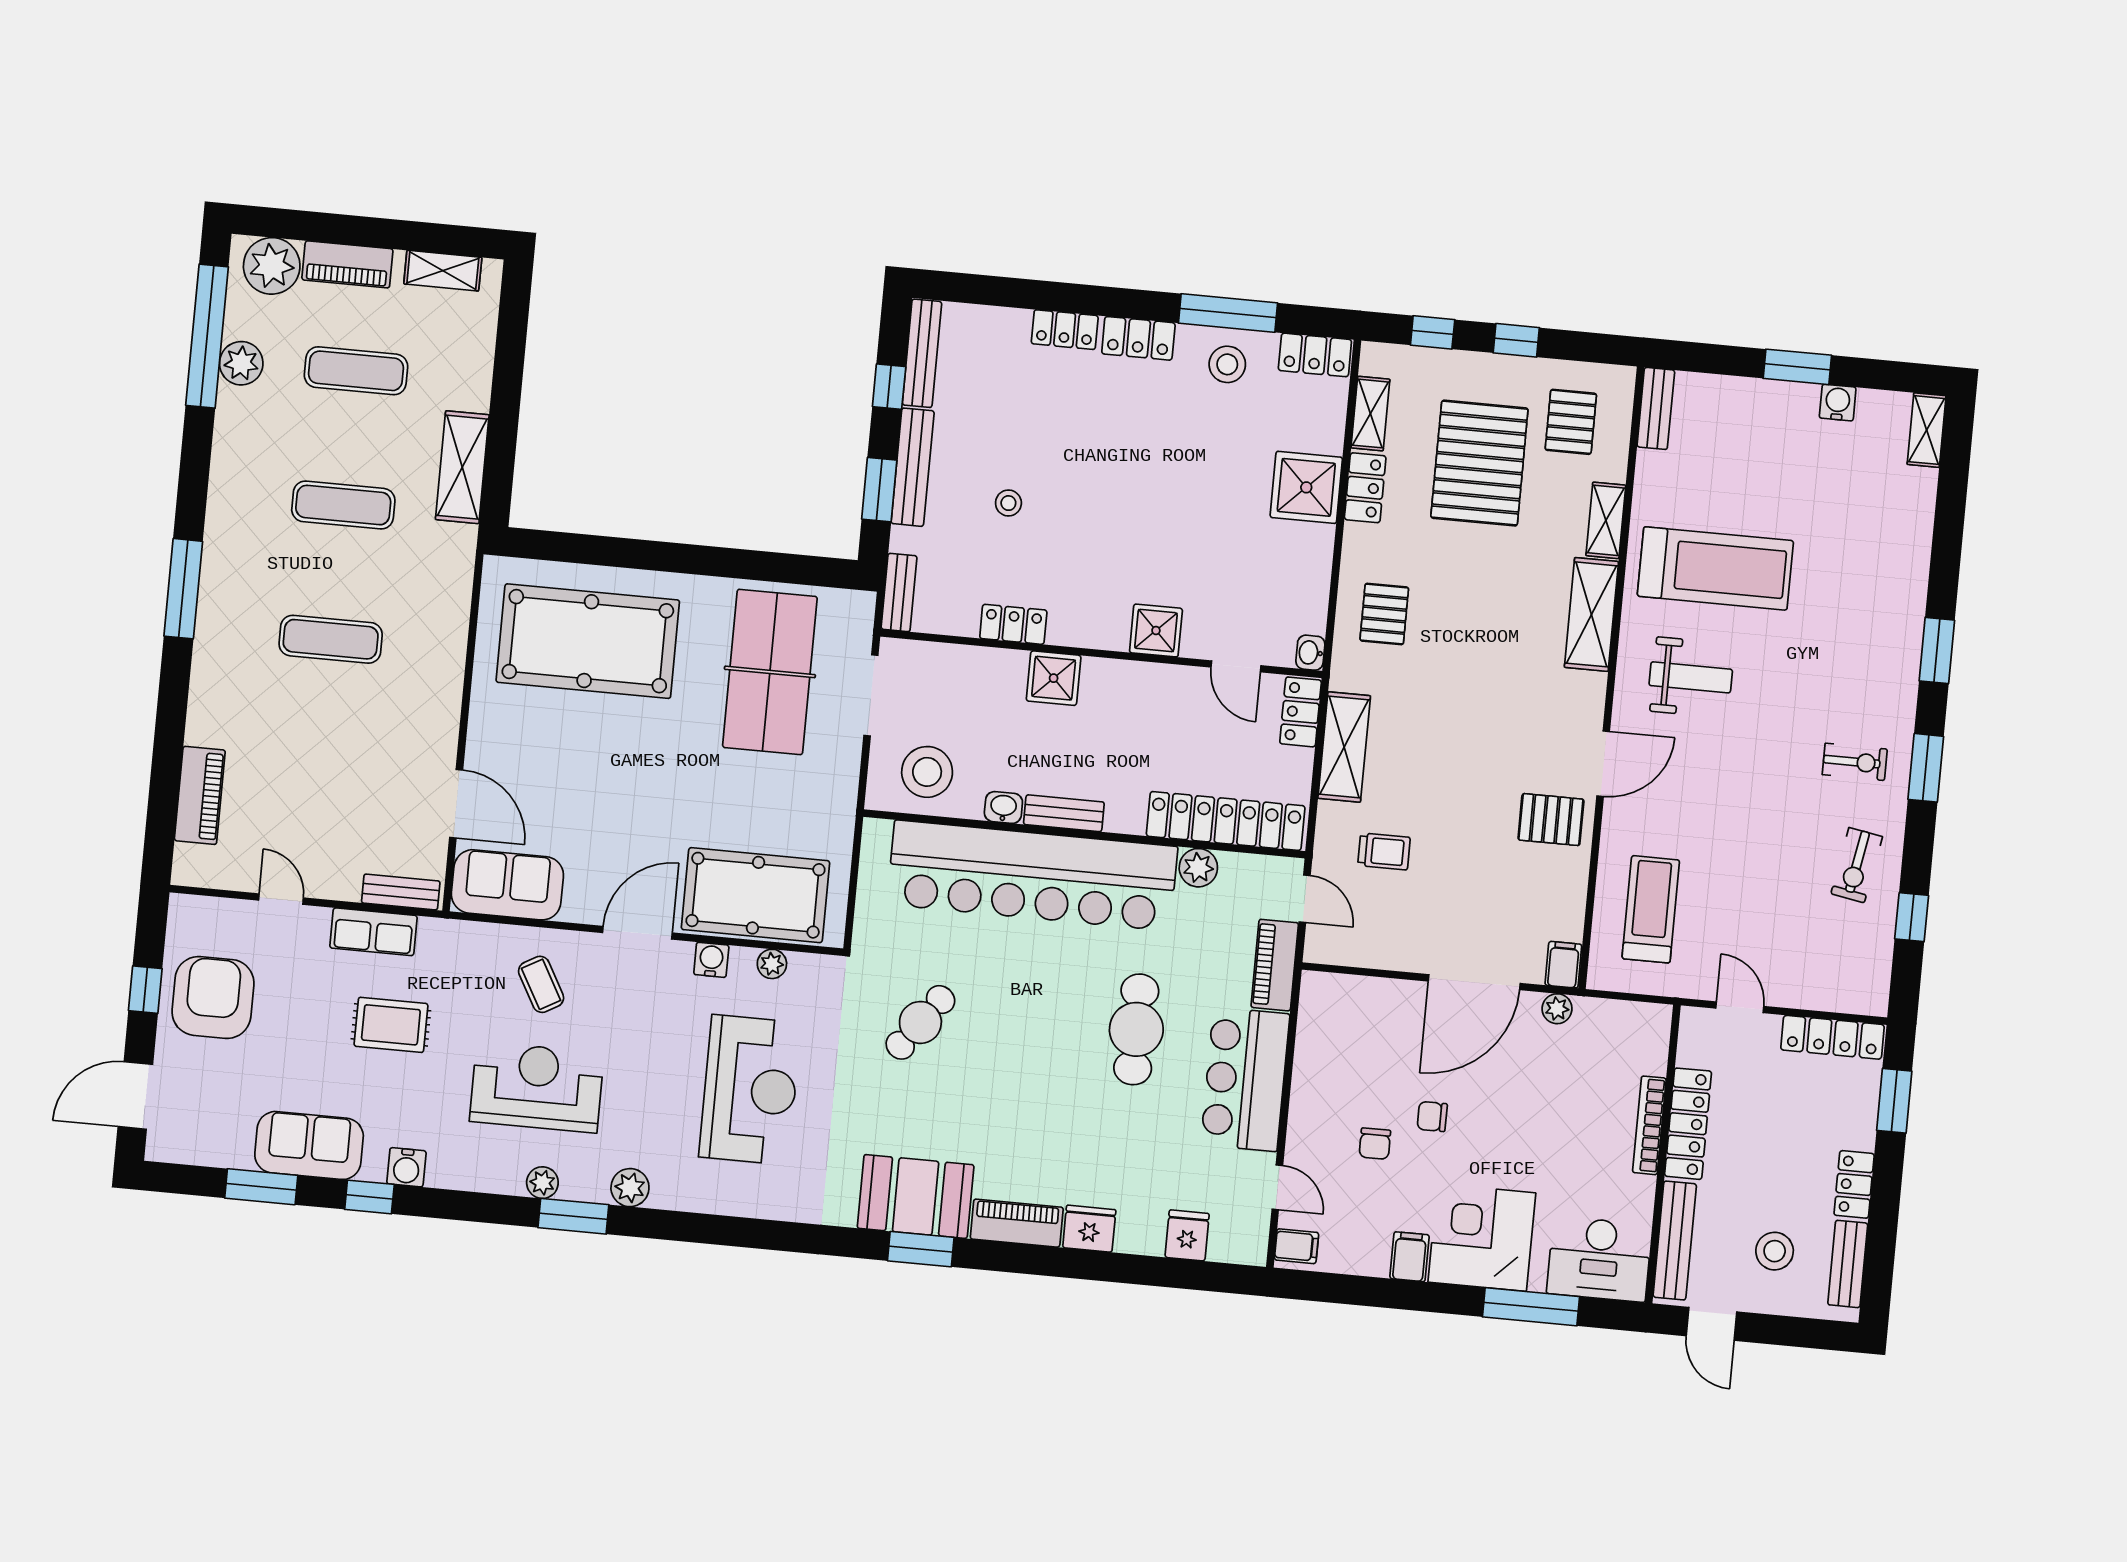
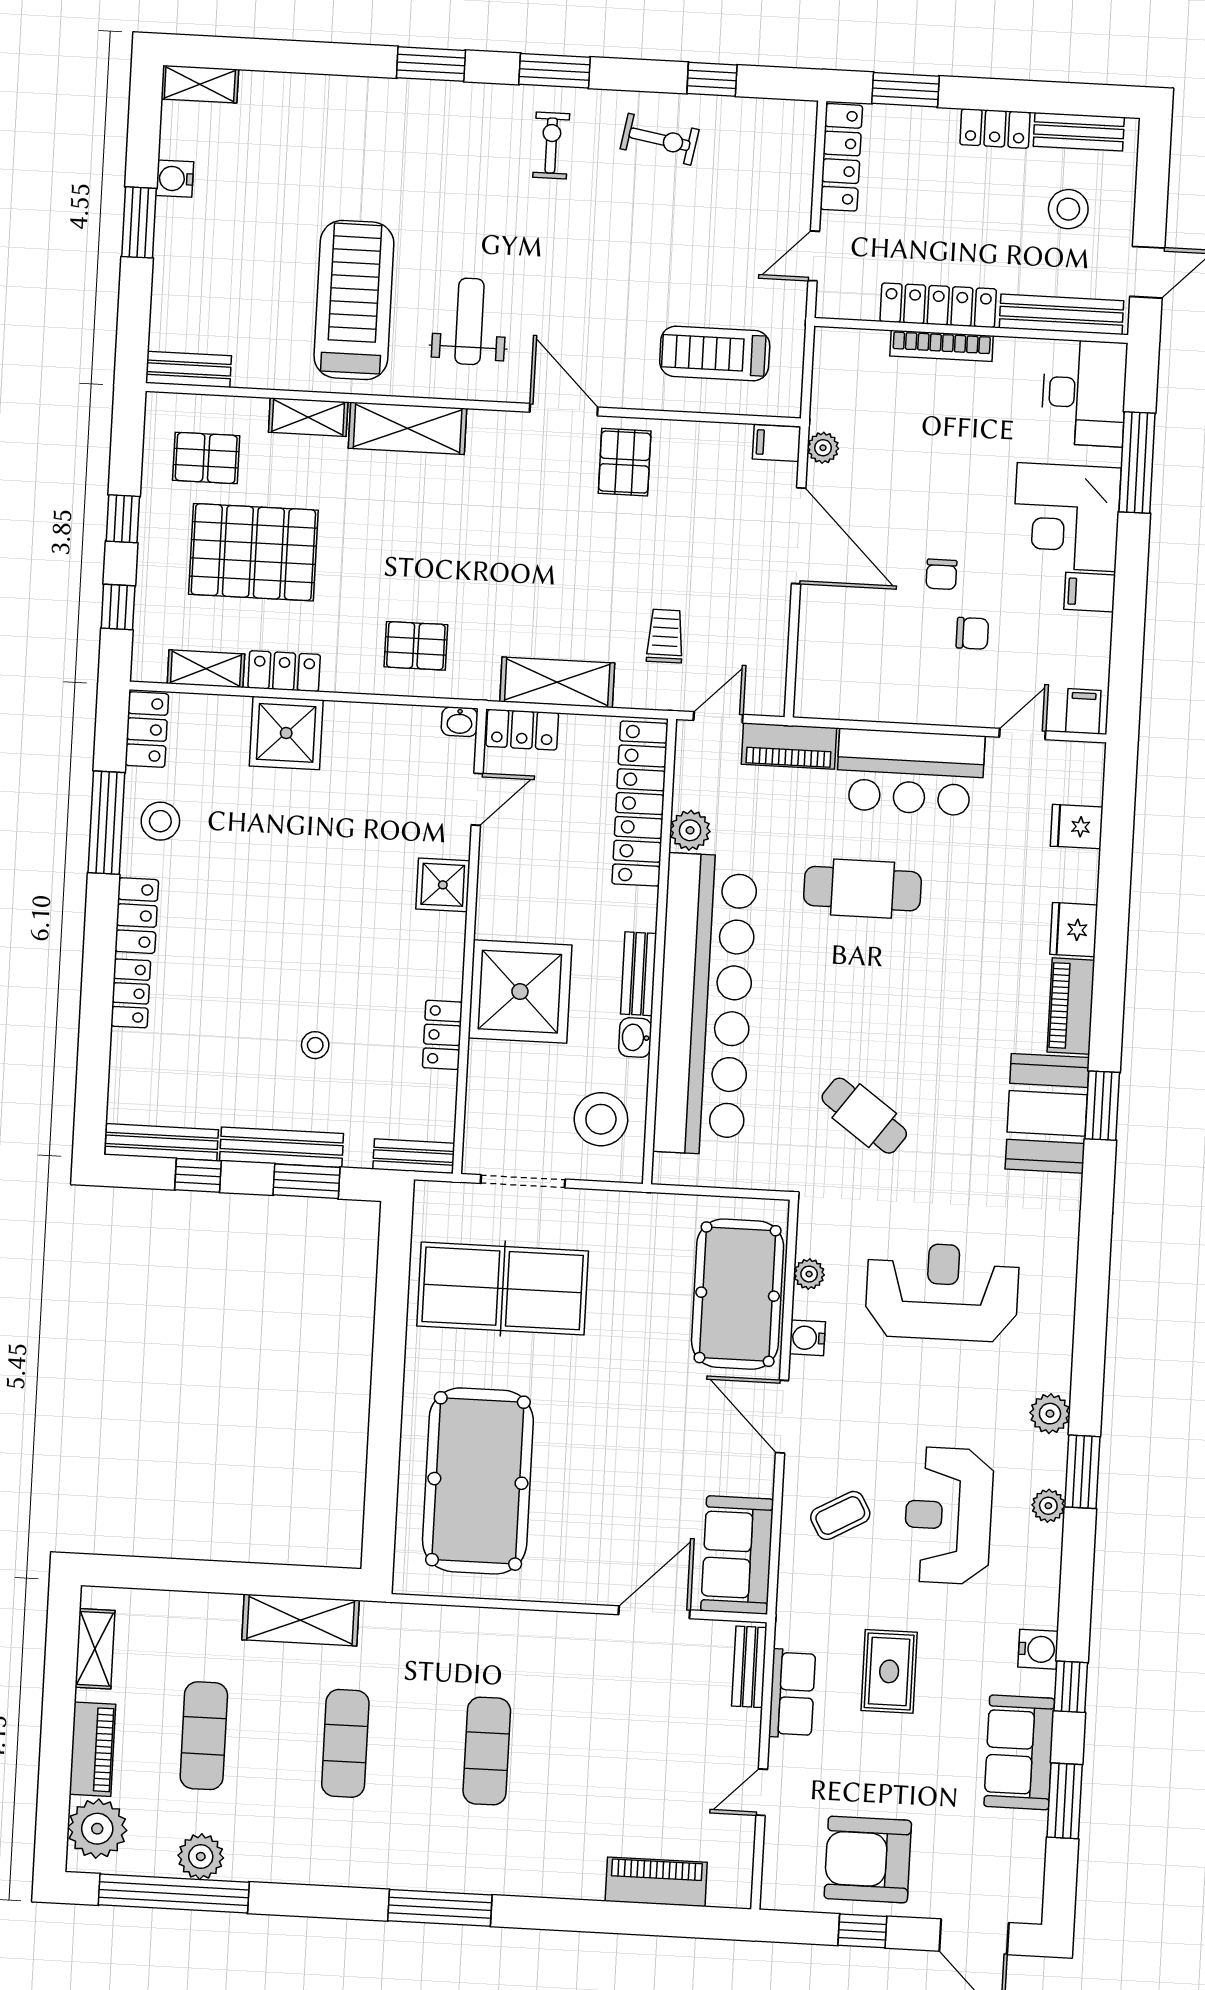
shower: (1054, 678) -> (520, 992), width x1.86, depth x1.86

